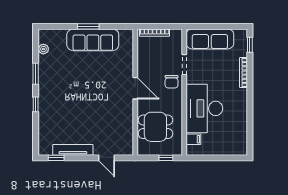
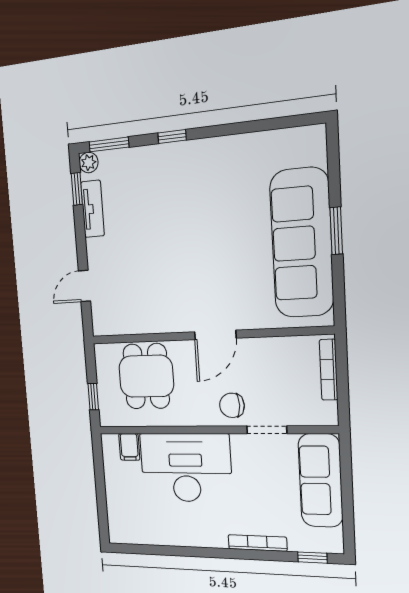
sofa: (93, 40) -> (302, 243), width x1.36, depth x1.27
plant: (43, 49) -> (89, 163), moved
window: (36, 74) -> (109, 144), moved
tv unit: (73, 150) -> (93, 209), width x0.71

